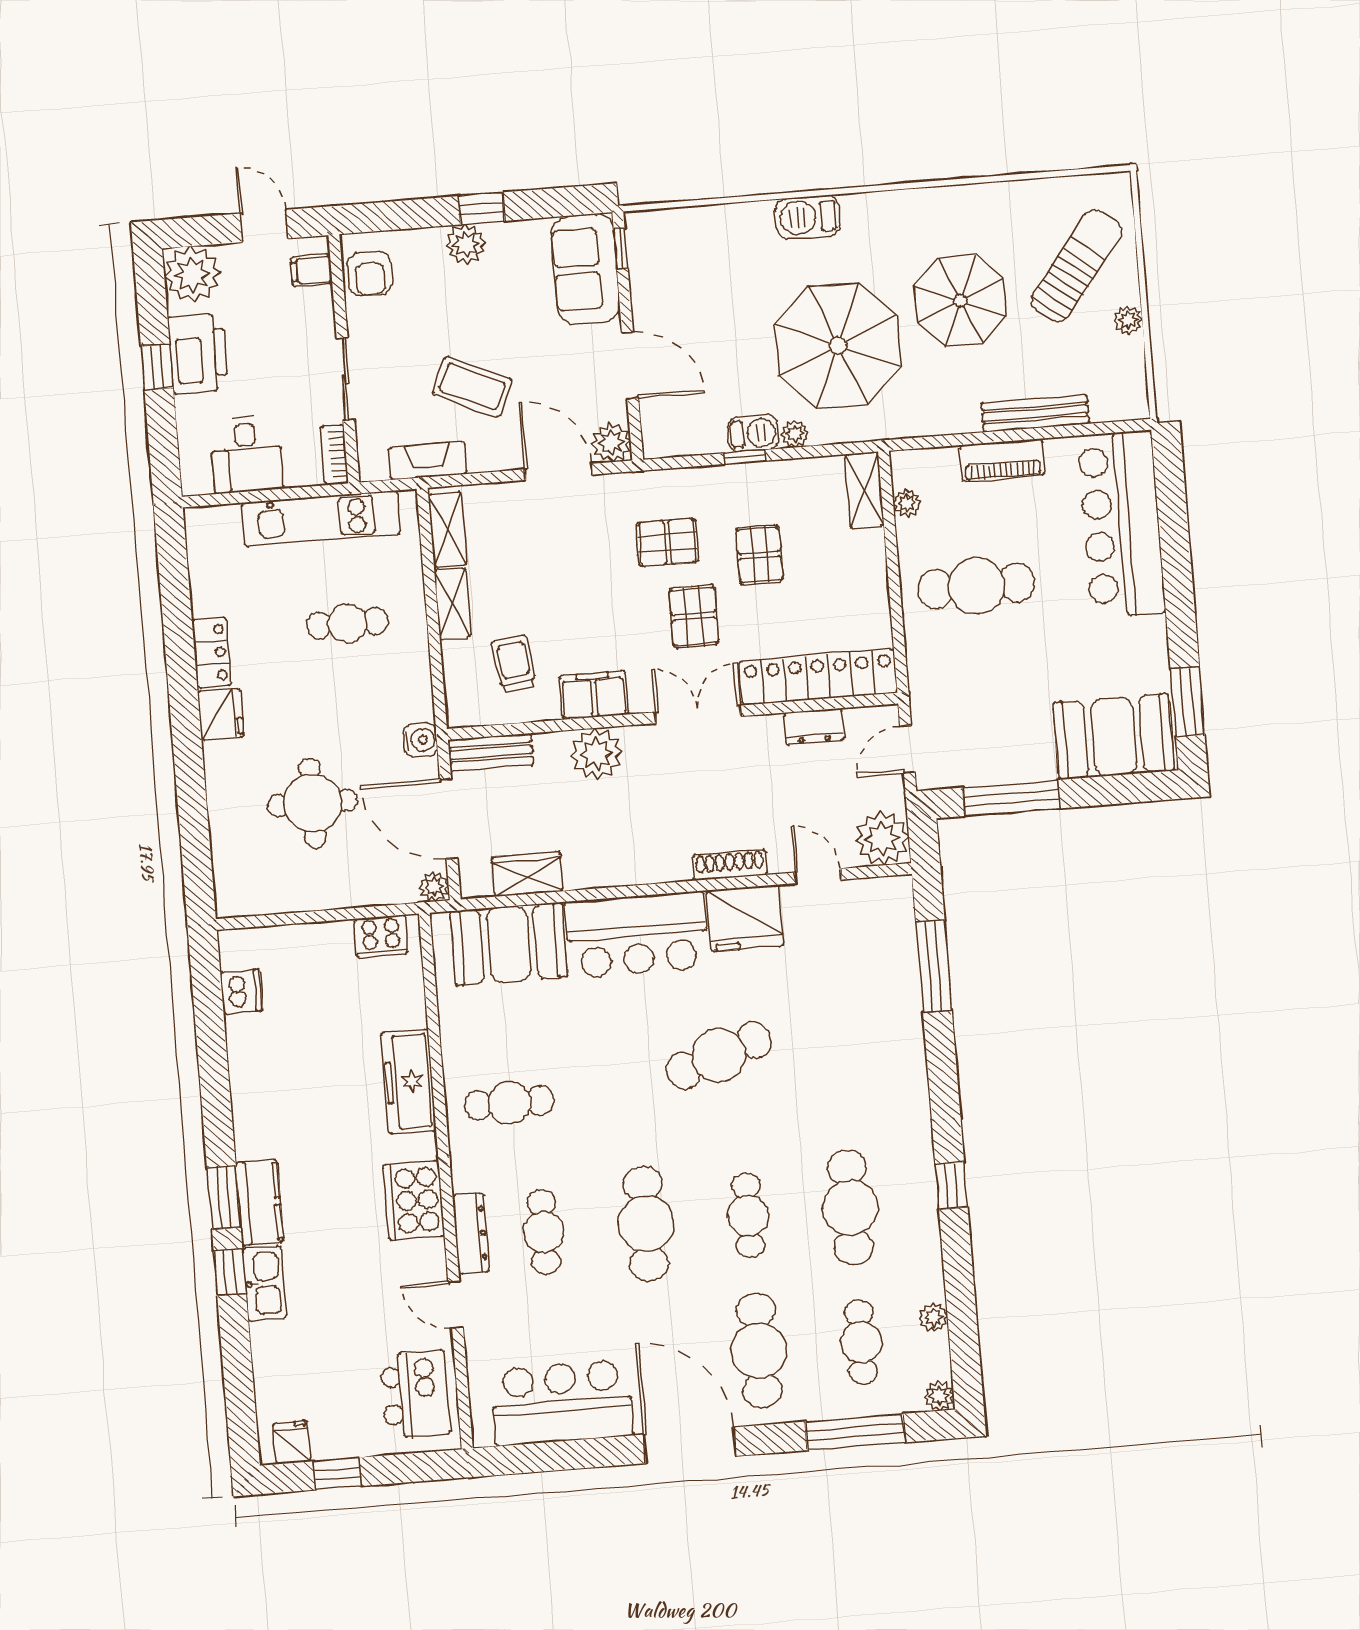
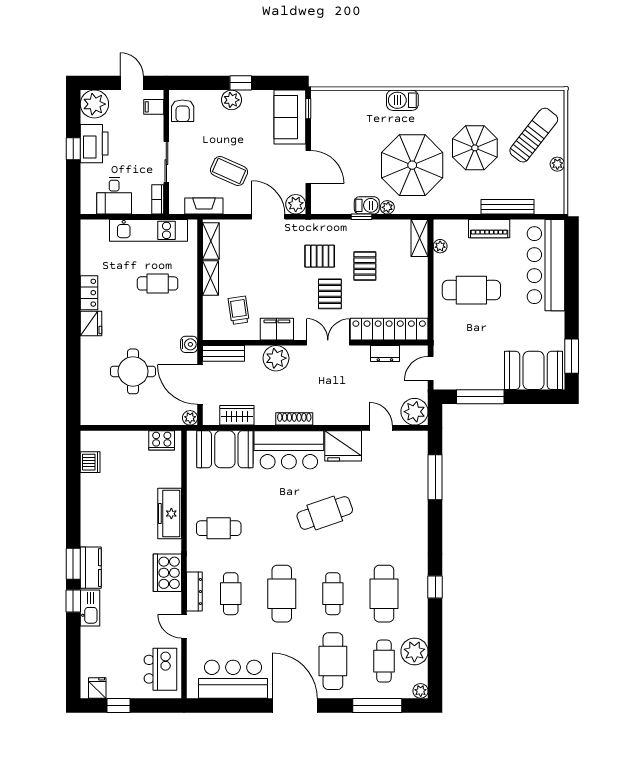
shoe rack: (730, 865) -> (294, 419), moved
plant: (933, 1317) -> (414, 651), width x1.88, depth x1.88

